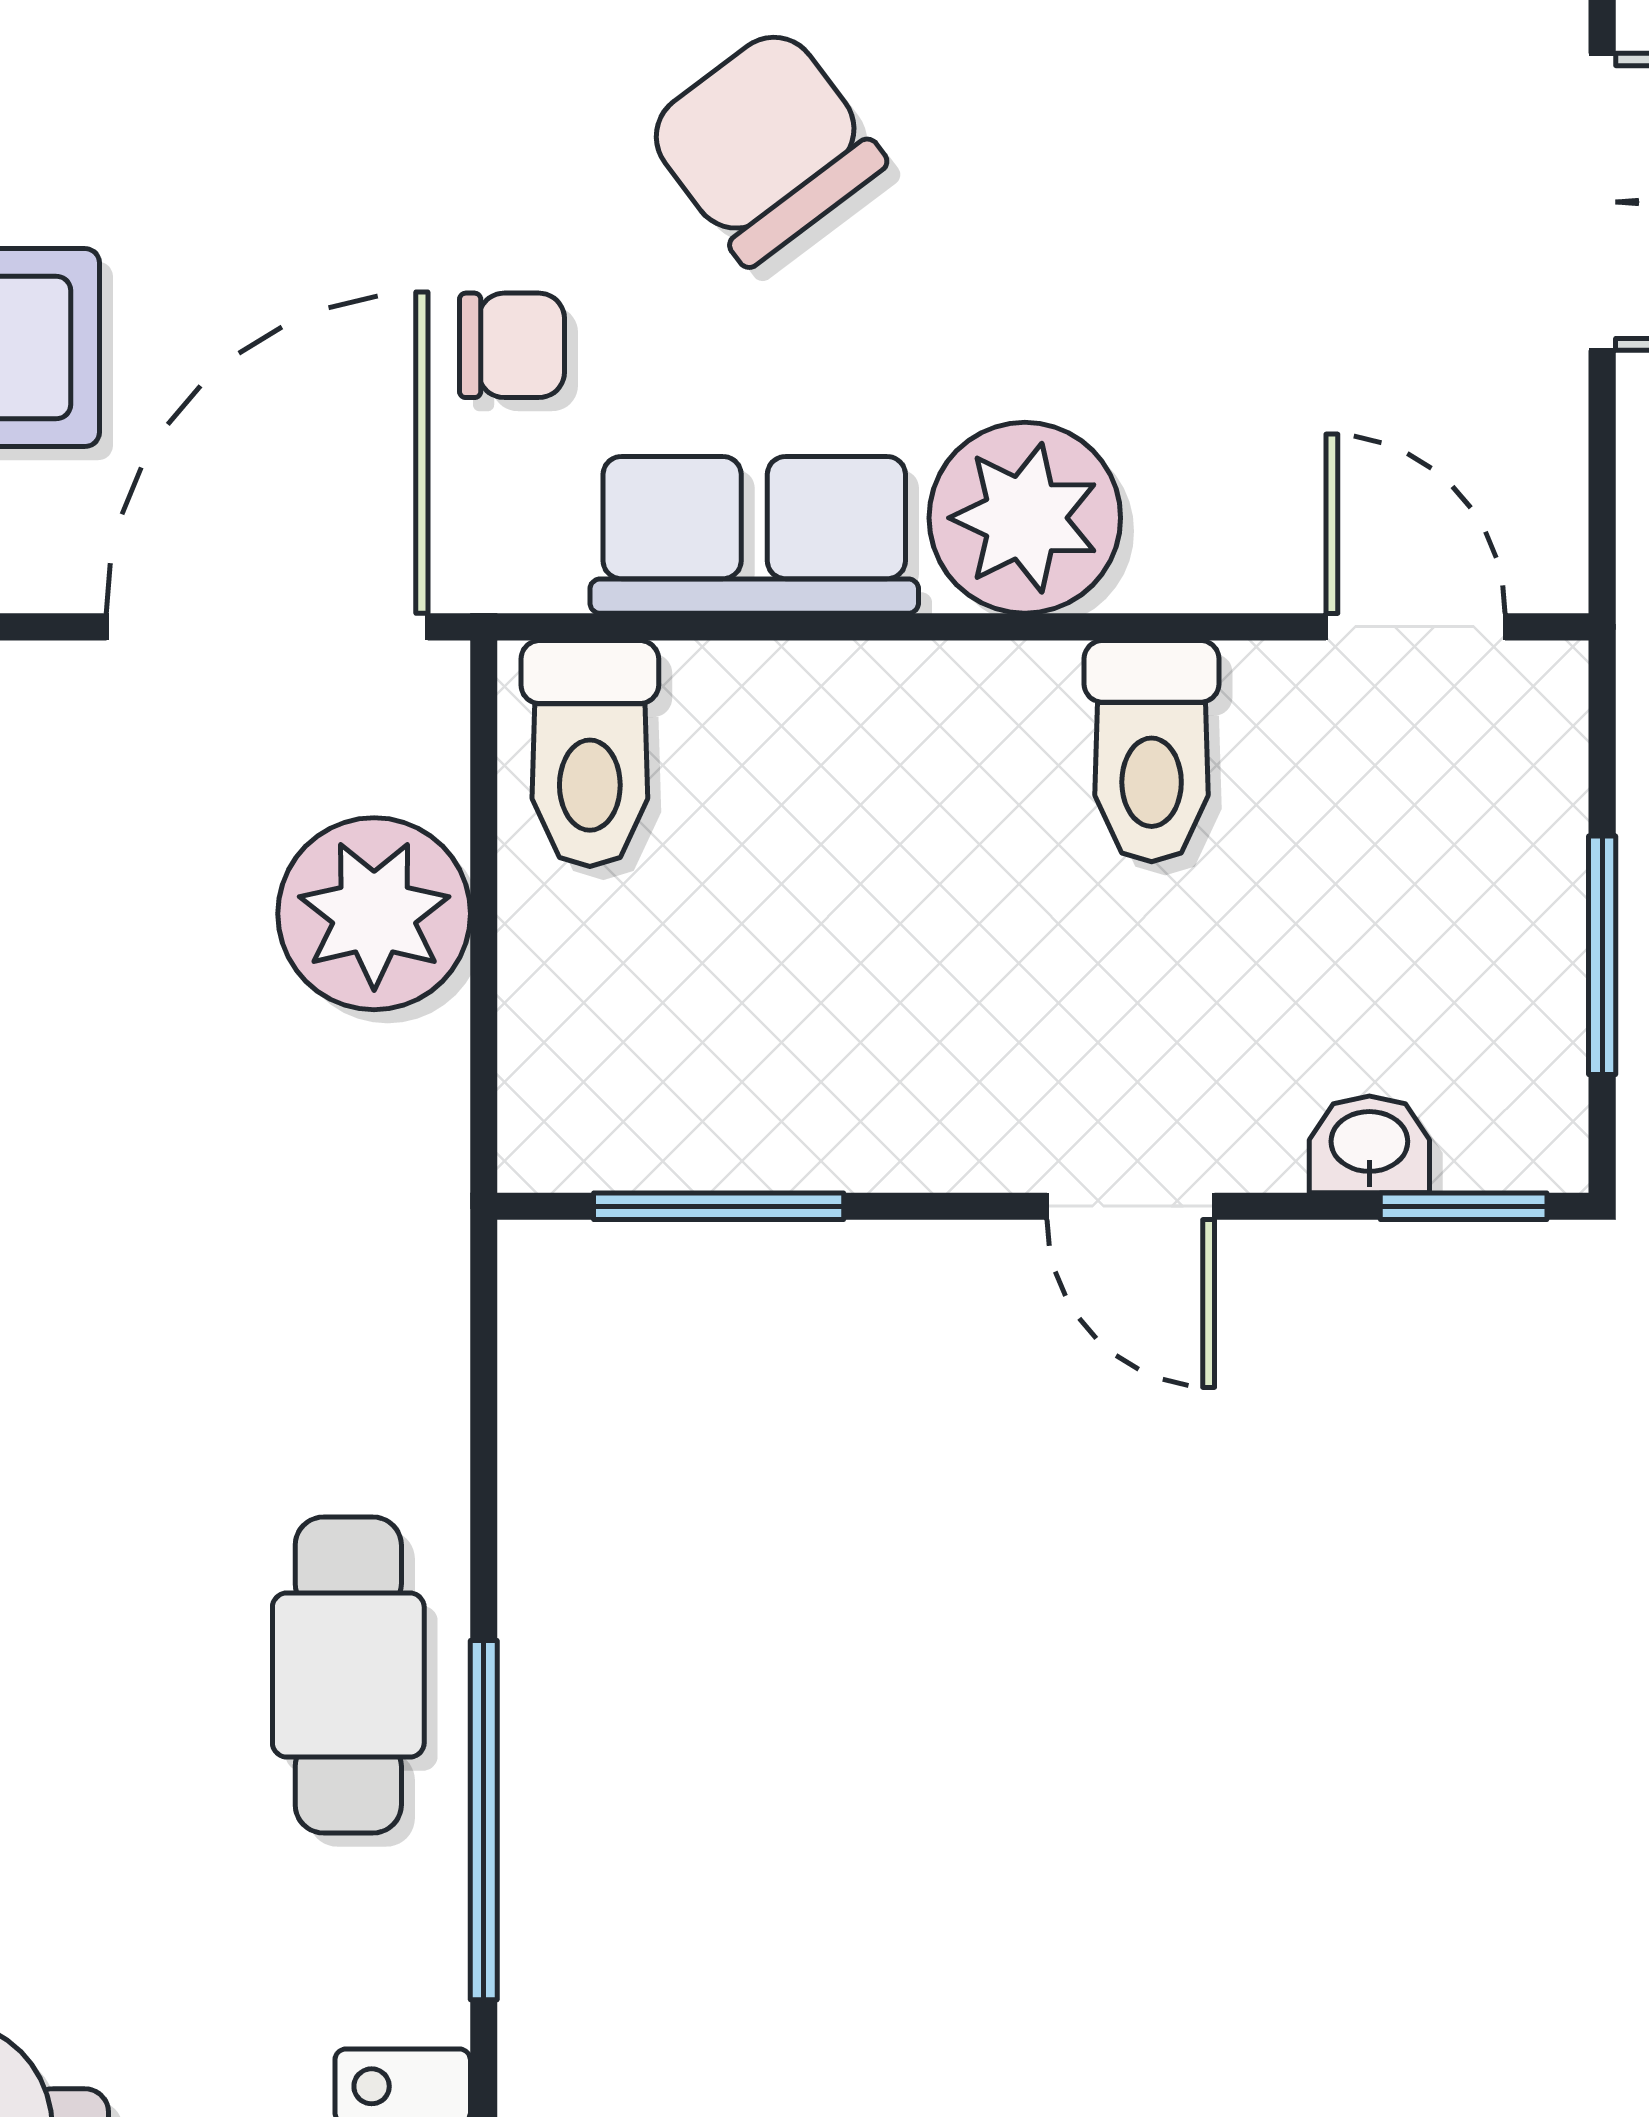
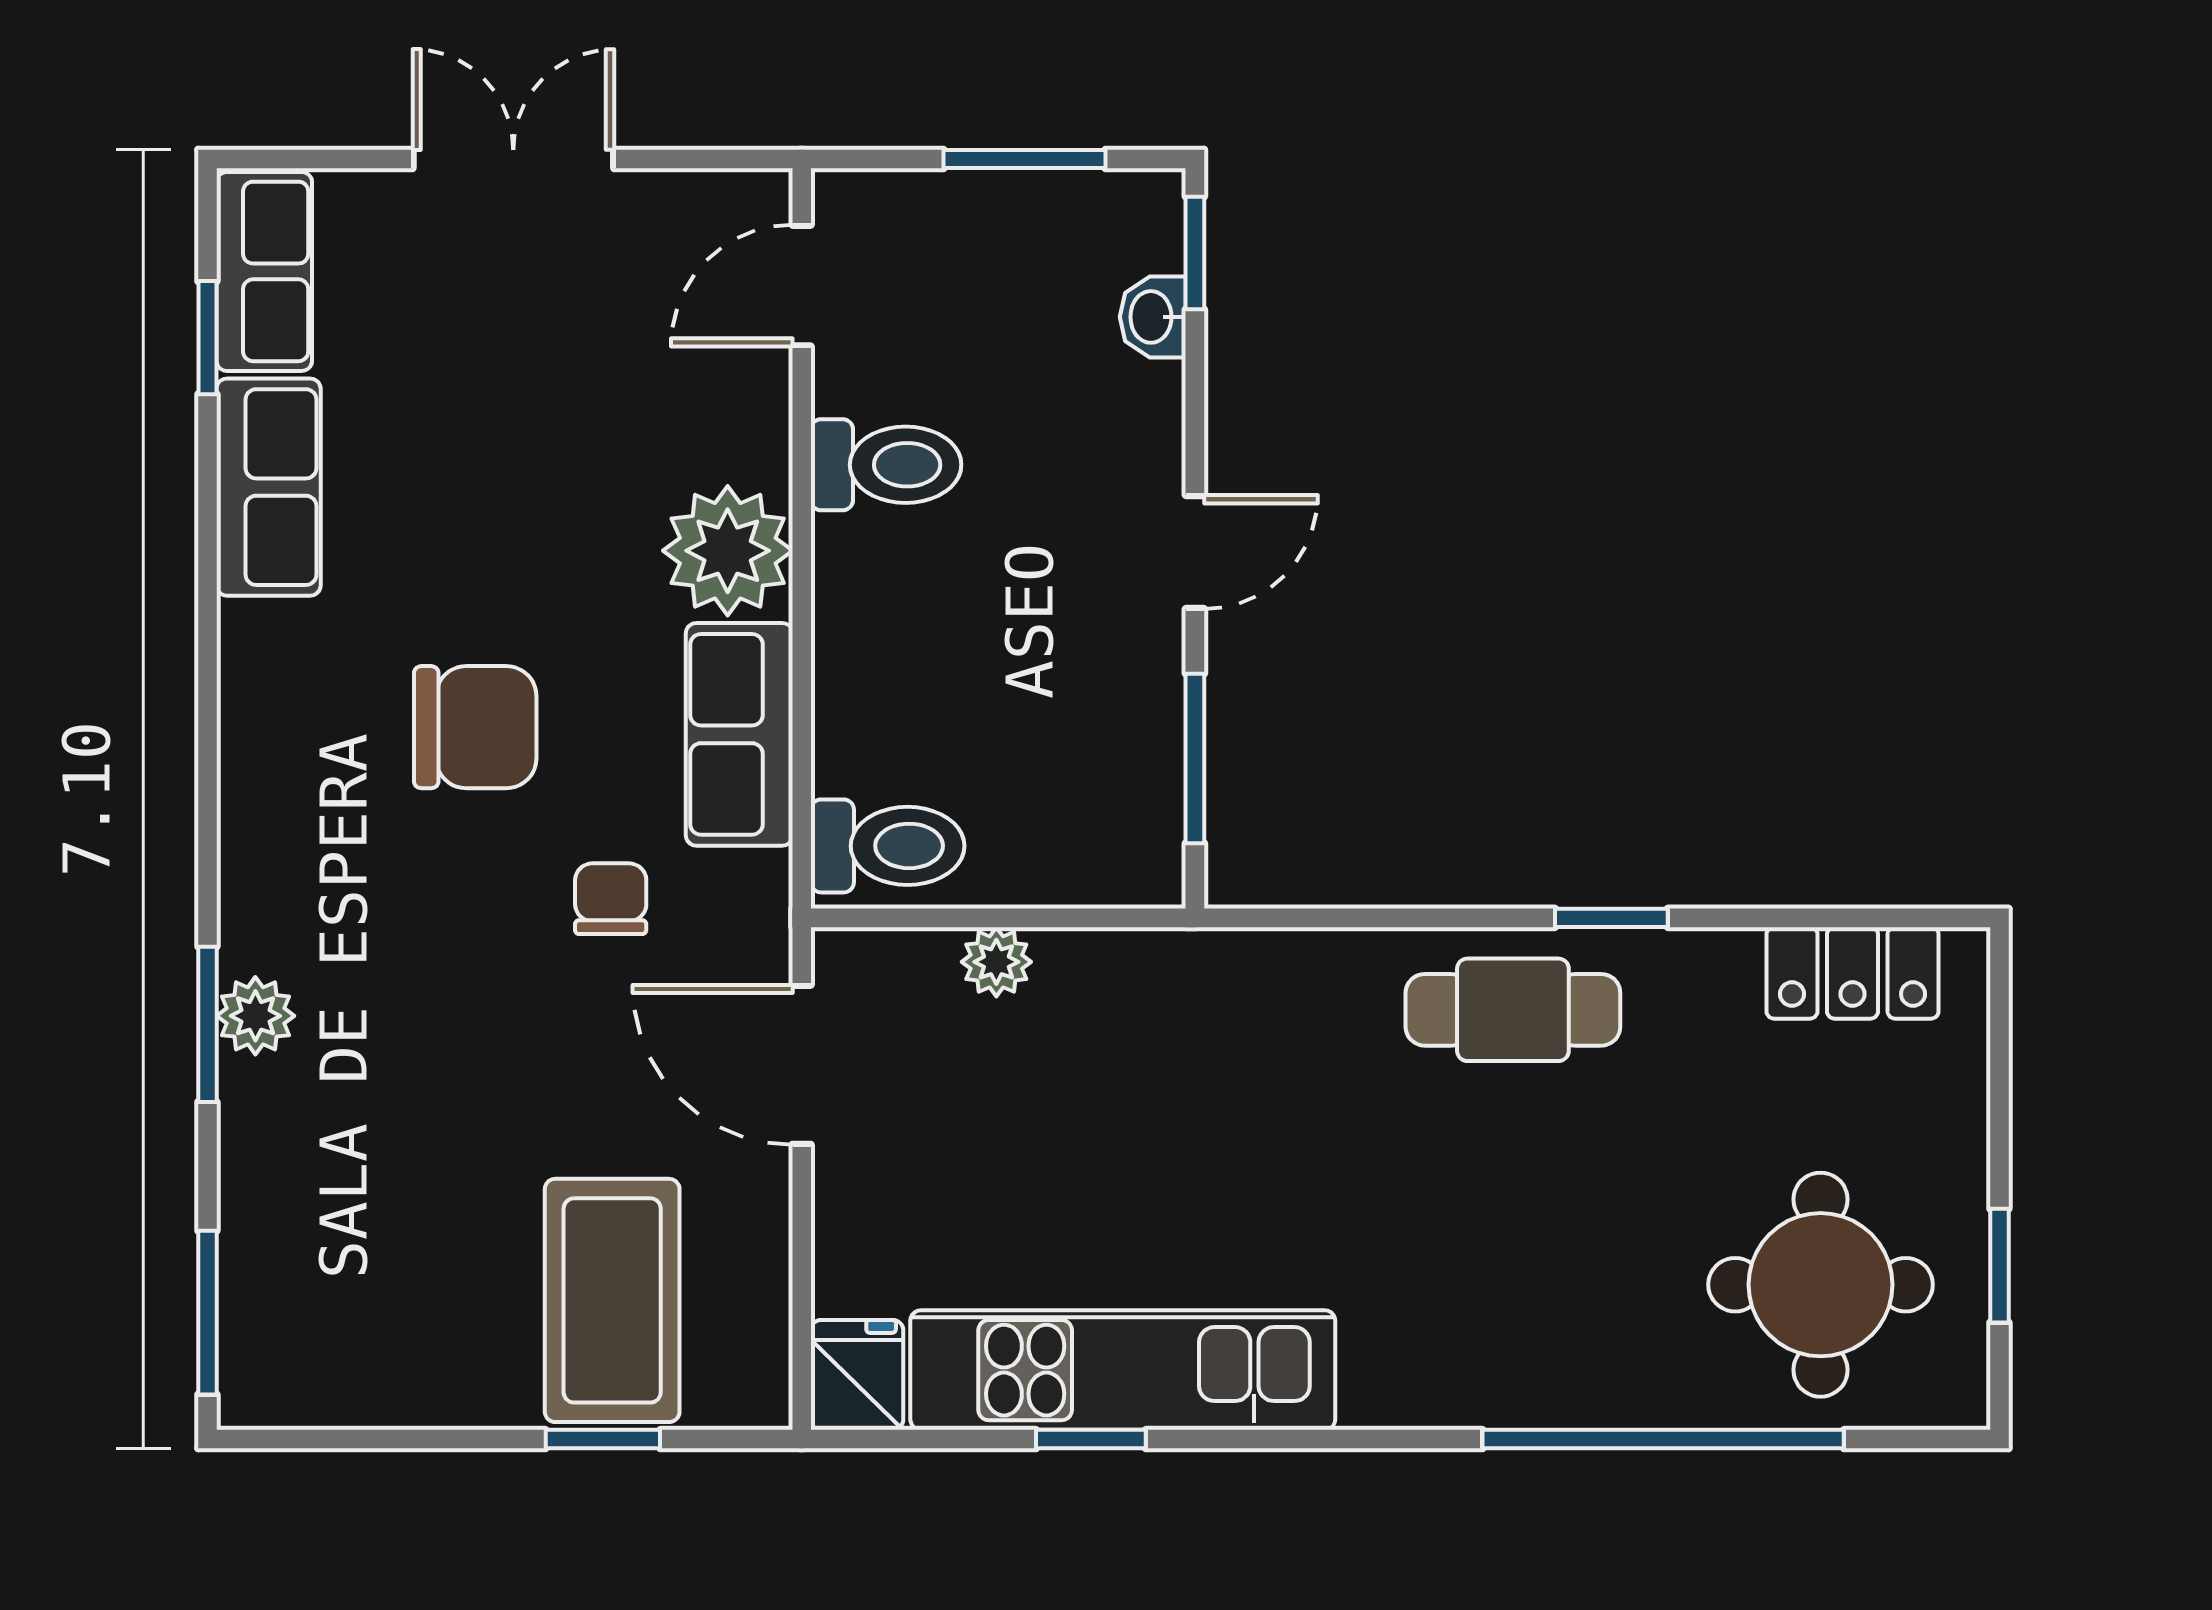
chair: (765, 146) -> (475, 727), turned -143
door: (267, 627) -> (802, 1065), width x0.73
plant: (374, 914) -> (996, 962), width x0.53, depth x0.53
door: (1131, 1206) -> (1195, 552), moved
window: (484, 1820) -> (1611, 918), width x0.46

